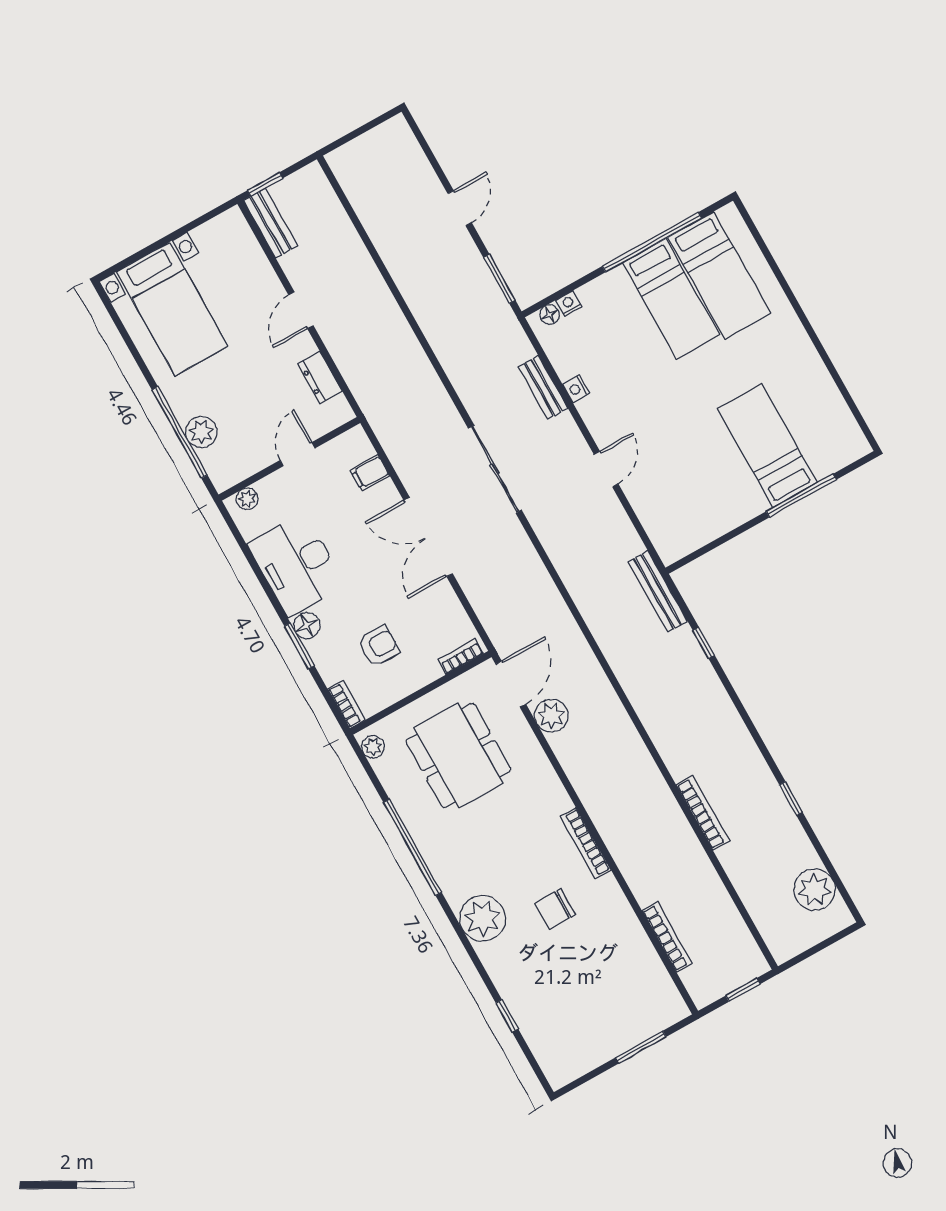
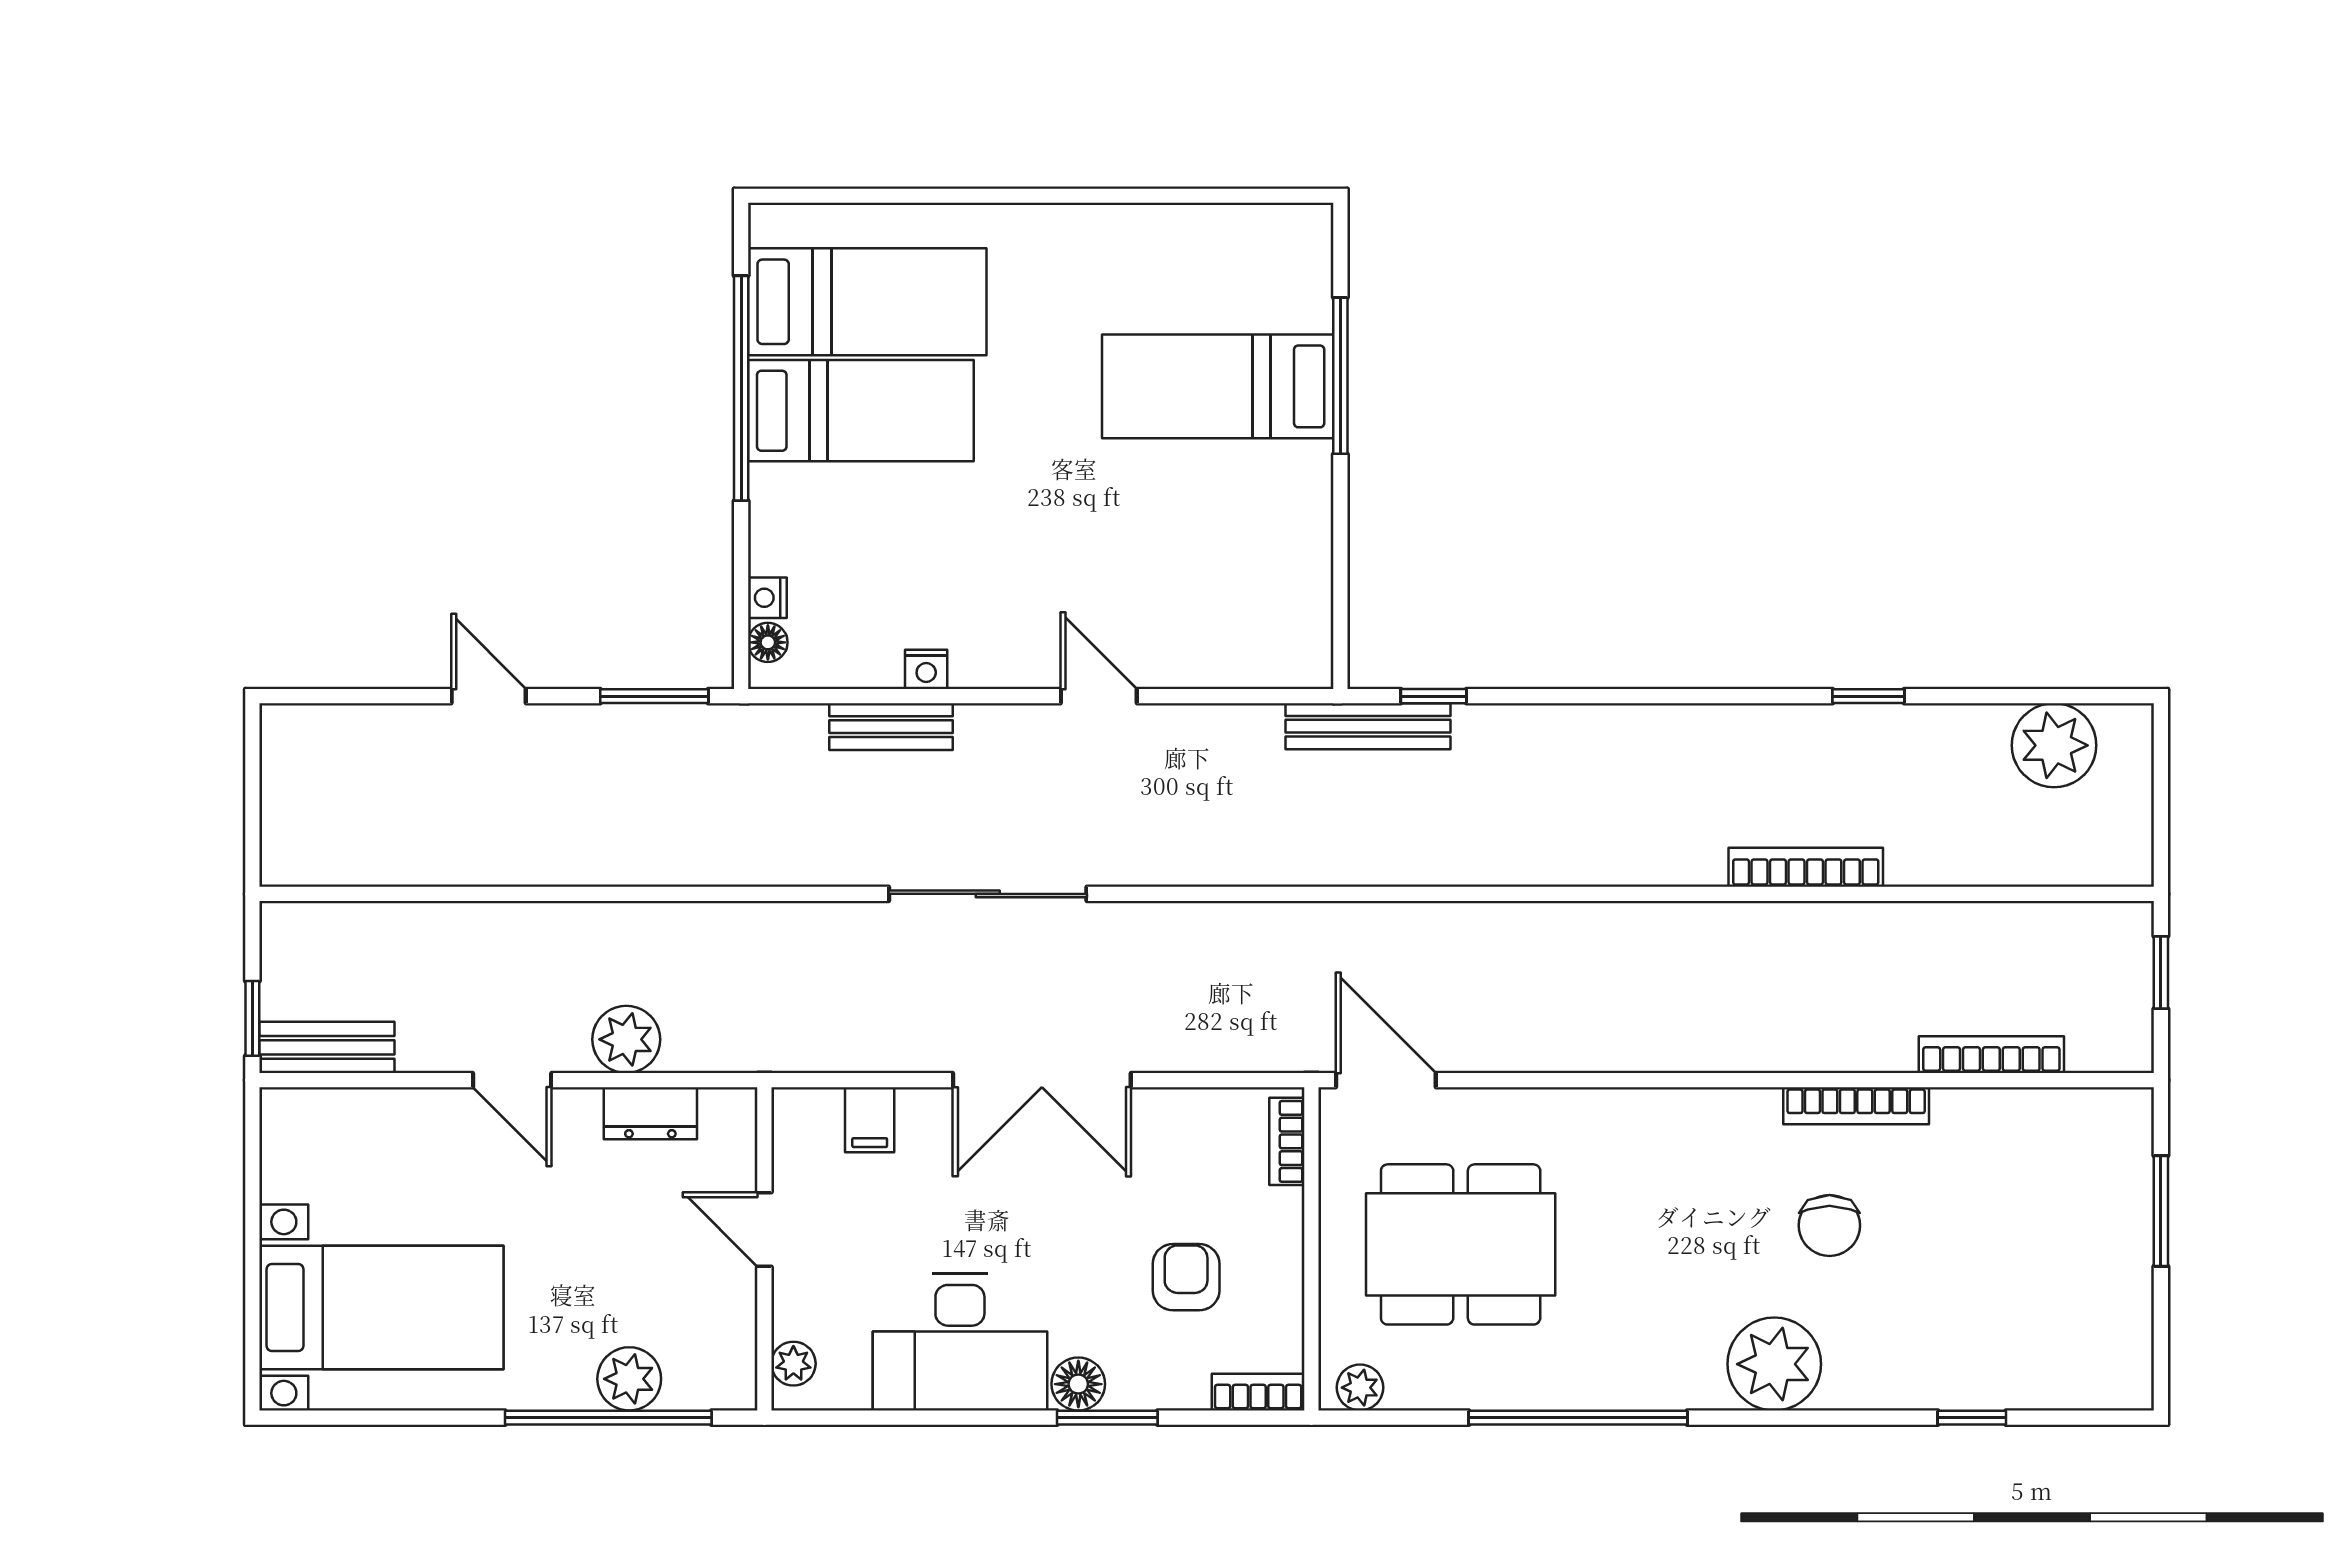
window: (704, 643) -> (1434, 696), moved
plant: (551, 716) -> (626, 1039), moved
bookcase: (586, 843) -> (1856, 1106), moved

